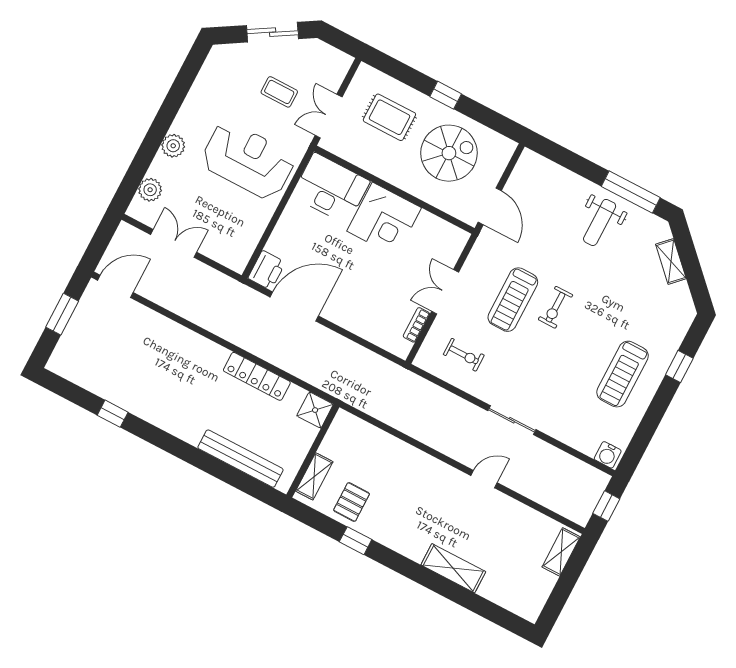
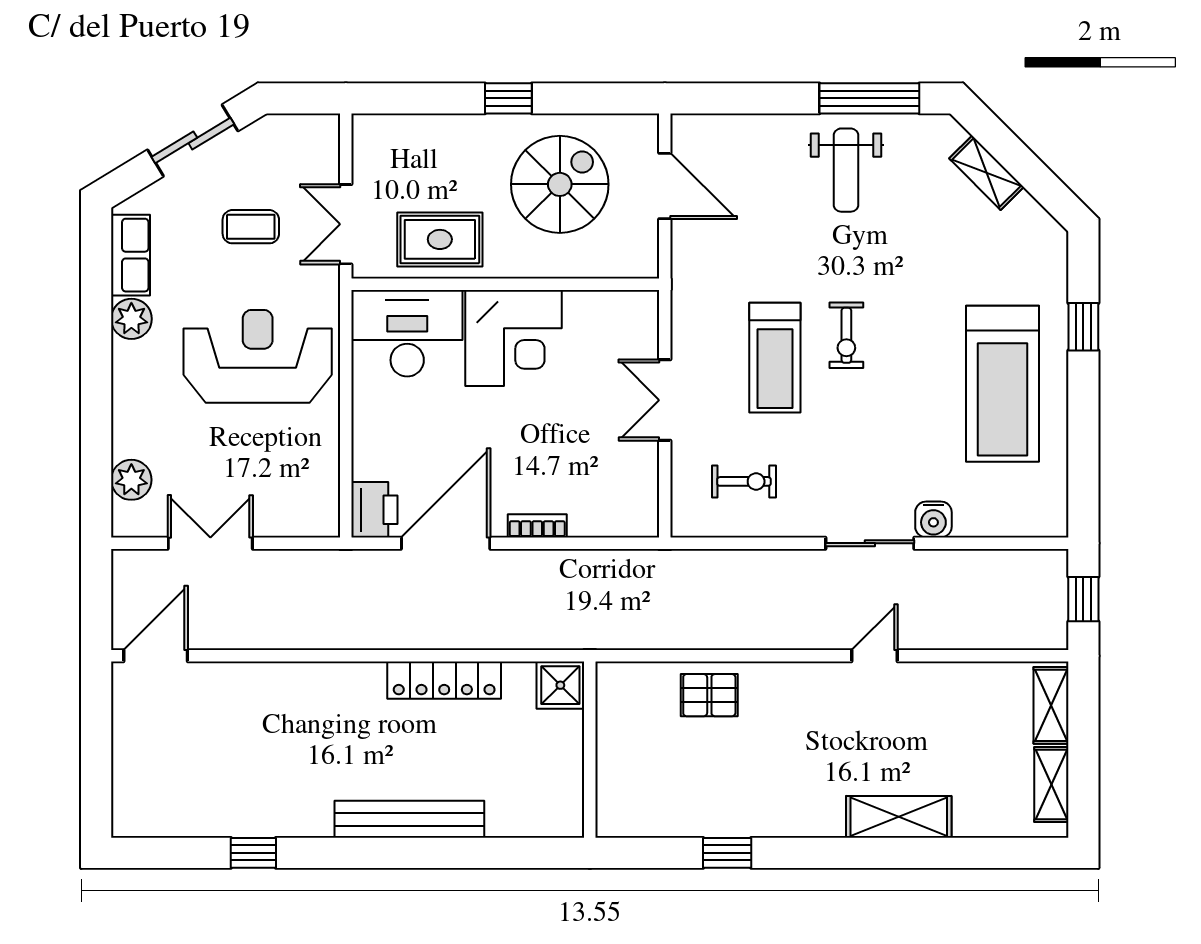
row of seats: (210, 74) -> (131, 255), added
rug: (389, 117) -> (440, 239), moved
plant: (173, 146) -> (131, 319), moved
door: (490, 206) -> (665, 186), moved
window: (62, 314) -> (96, 741), removed
bookcase: (416, 325) -> (537, 526), moved, turned 90
treadmill: (623, 374) -> (1003, 384), width x1.37, depth x1.38
water cooler: (608, 455) -> (933, 519), moved
bench: (241, 459) -> (409, 819), moved
shelving: (314, 476) -> (1051, 785), moved
pallet: (352, 502) -> (709, 695), moved, turned 90

